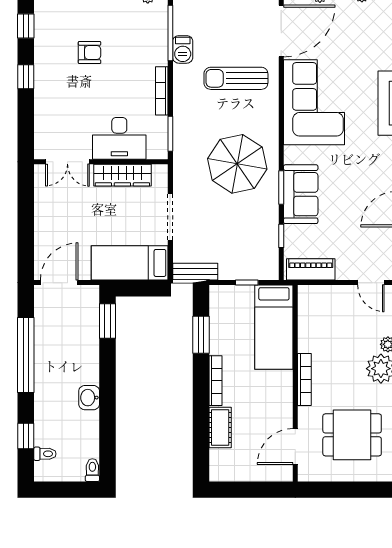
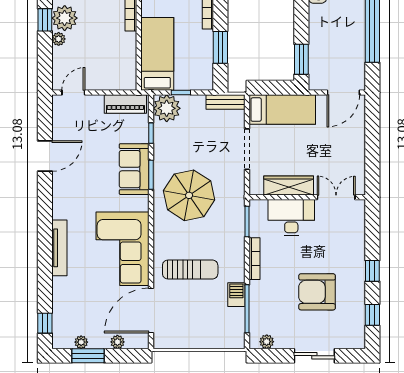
armchair: (90, 53) -> (317, 292), width x1.88, depth x1.88
plant: (263, 264) -> (167, 108), added
door: (371, 283) -> (73, 93), hinge flipped

